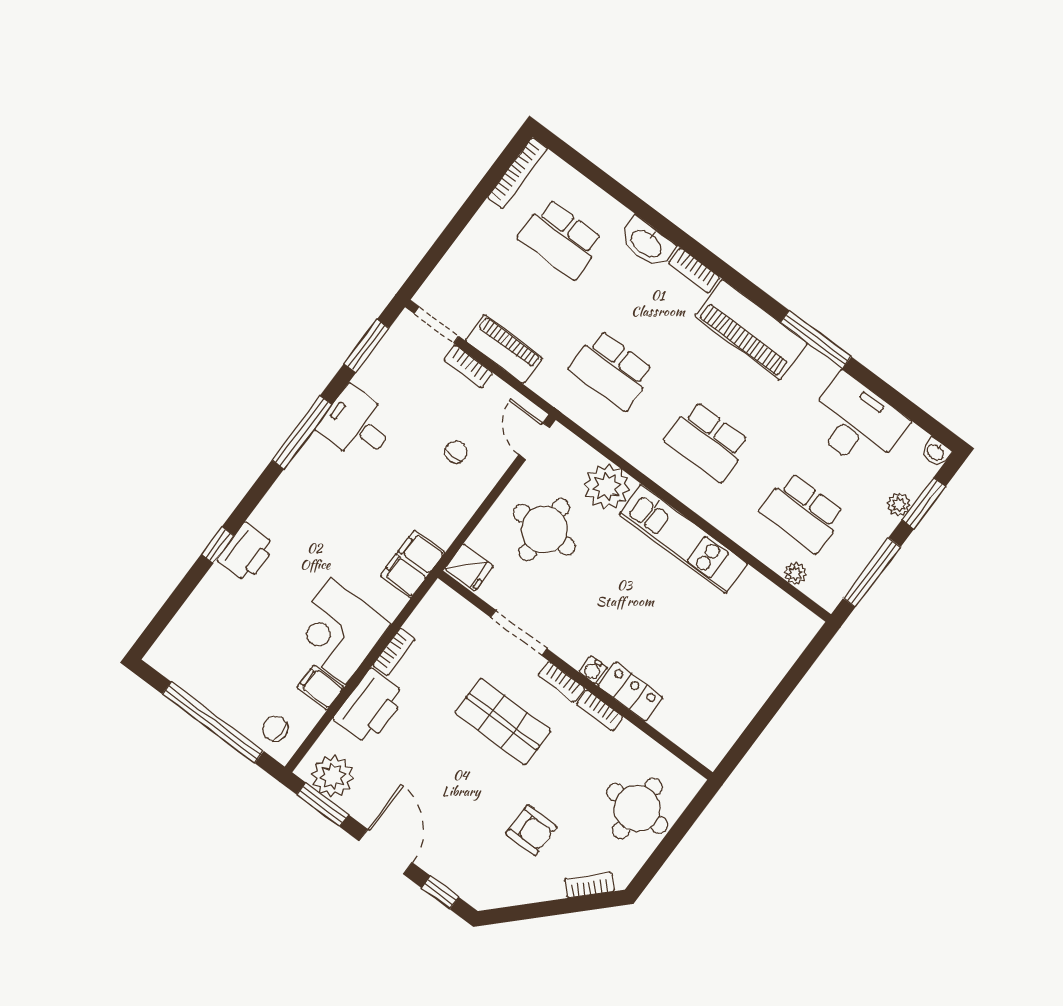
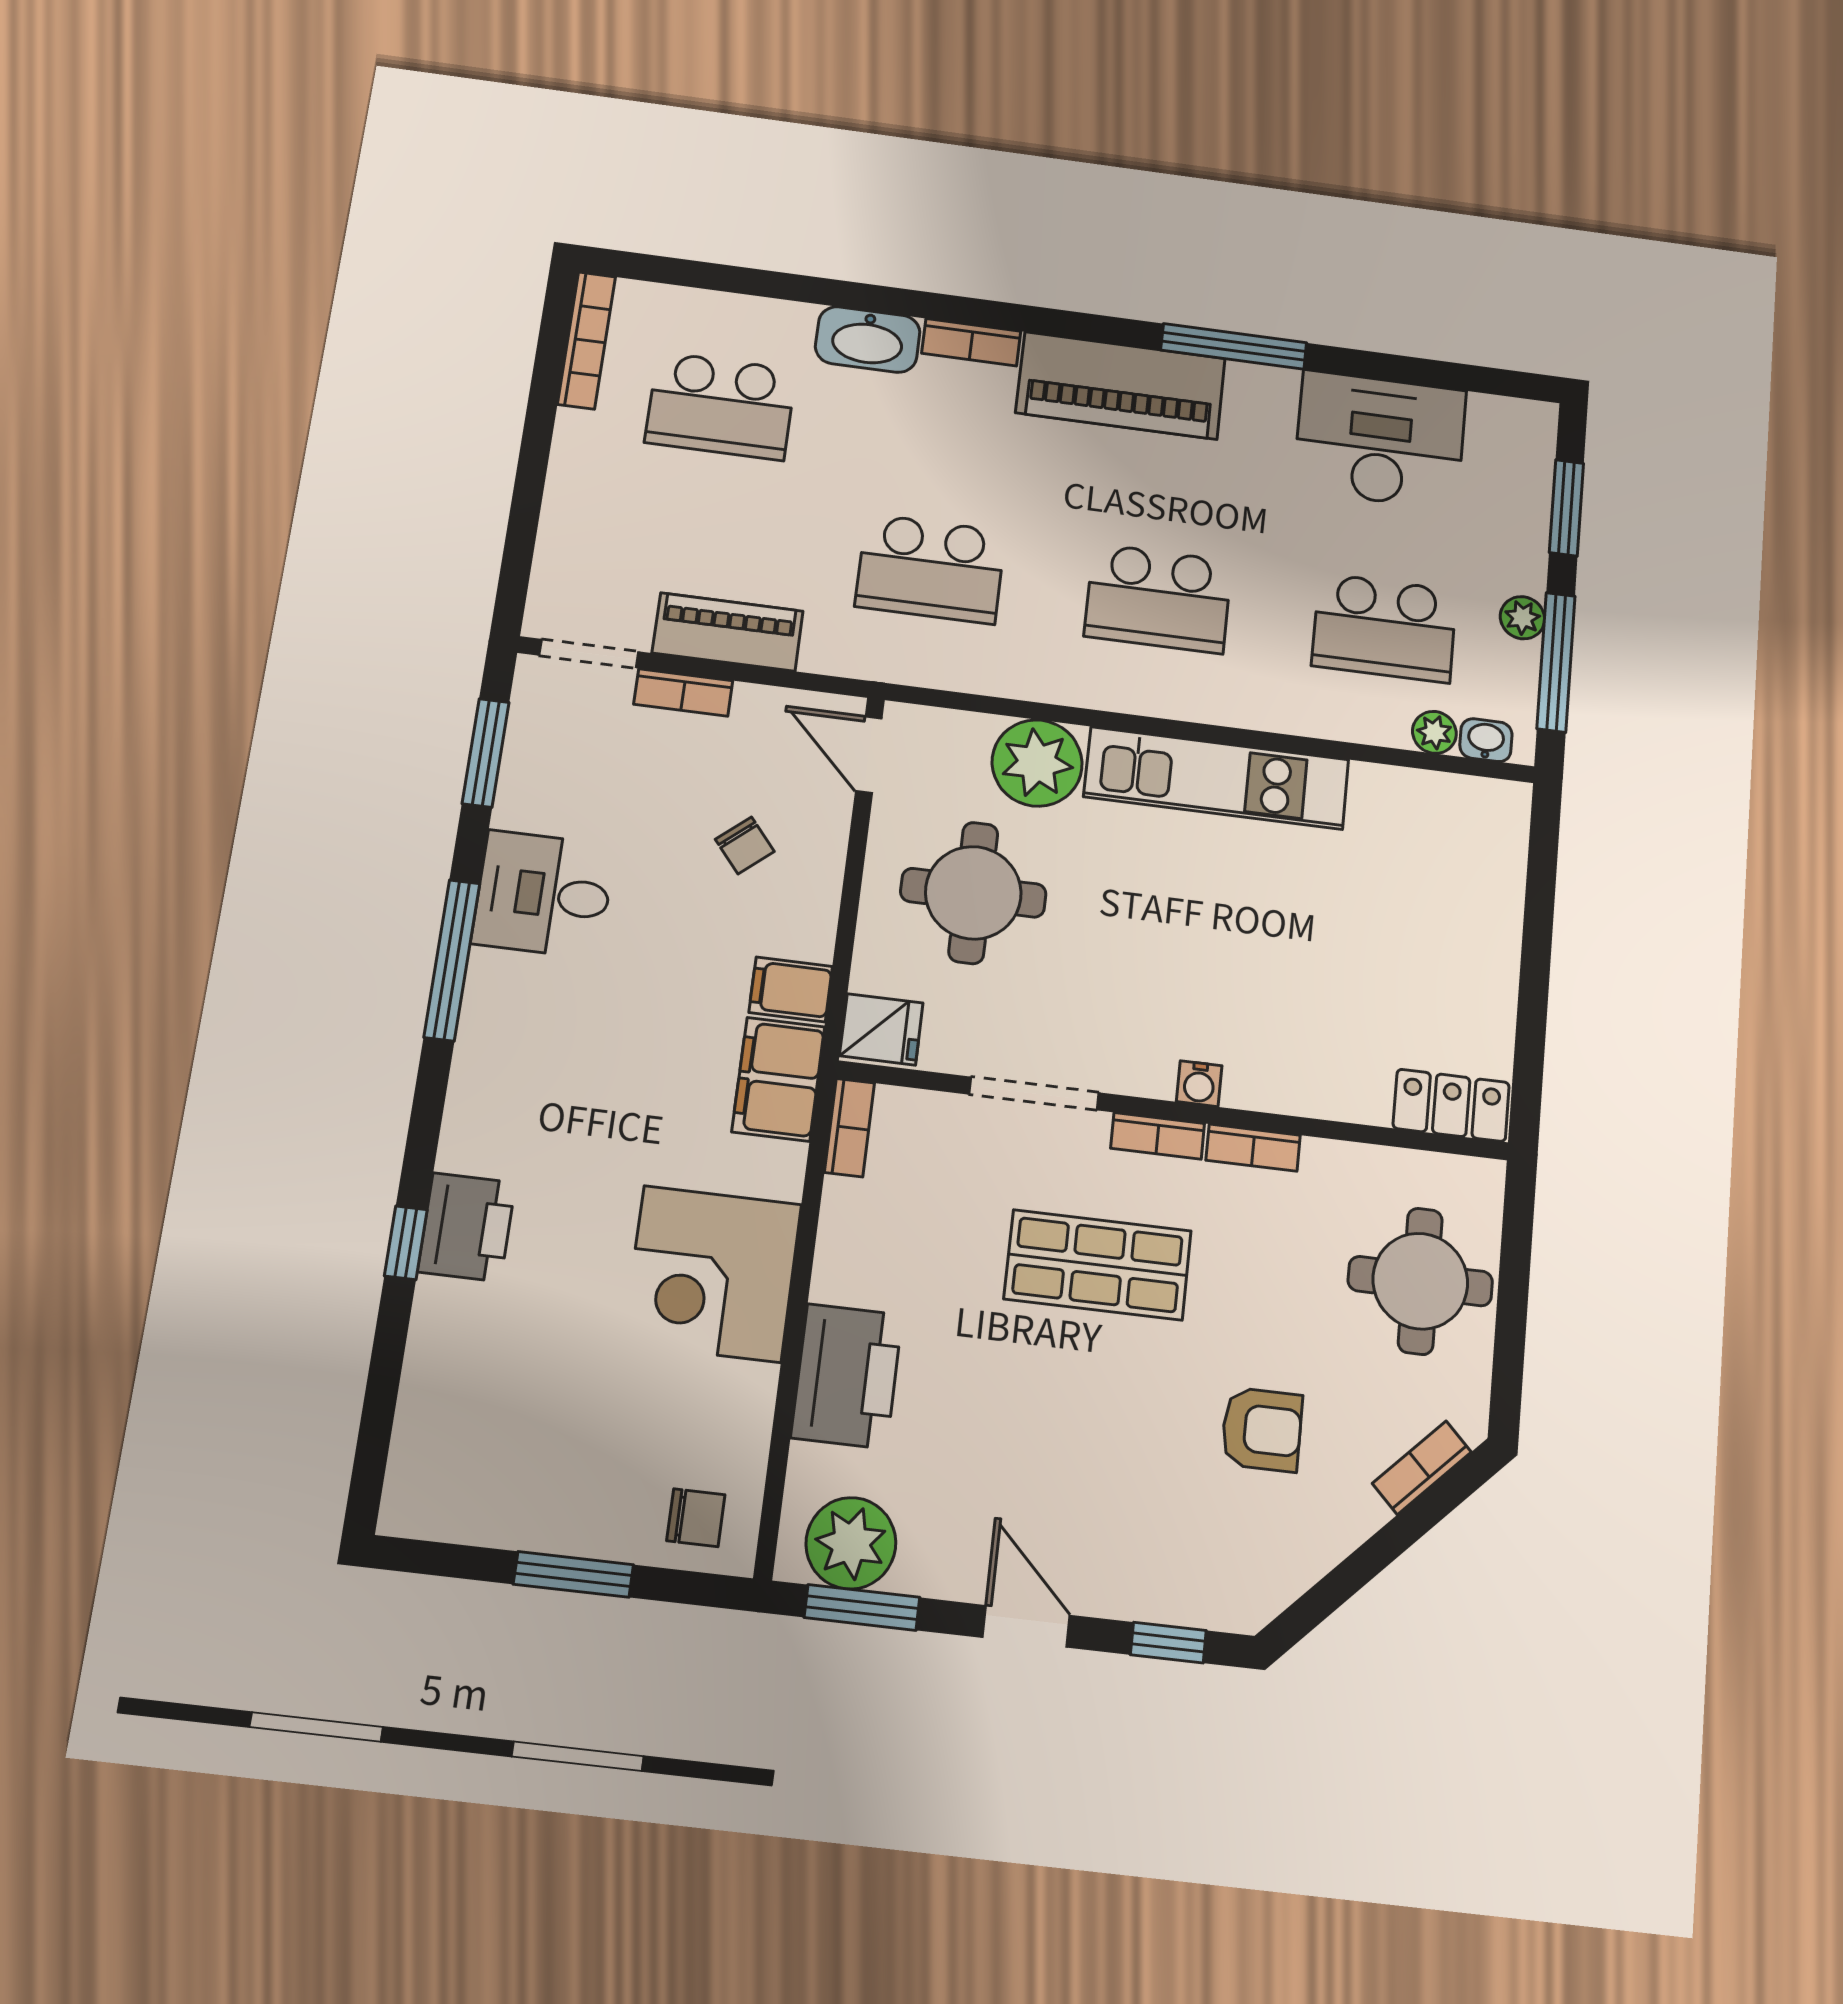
chair: (456, 452) -> (745, 845), turned 140
washbasin: (936, 452) -> (1486, 740), moved, turned 180
plant: (899, 504) -> (1522, 618), moved
bookcase: (394, 652) -> (849, 1128), moved
filing cabinet: (320, 687) -> (791, 989), moved
locker: (630, 692) -> (1451, 1105), moved
window: (213, 723) -> (573, 1574), width x0.47
chair: (275, 729) -> (696, 1518), turned 180
door: (385, 852) -> (1026, 1626), width x0.73

